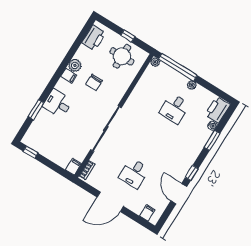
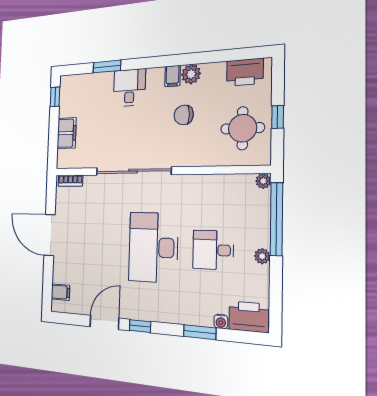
filing cabinet: (73, 167) -> (67, 133), moved, width x2.00
desk: (134, 173) -> (153, 247), moved, width x1.87, depth x1.30

